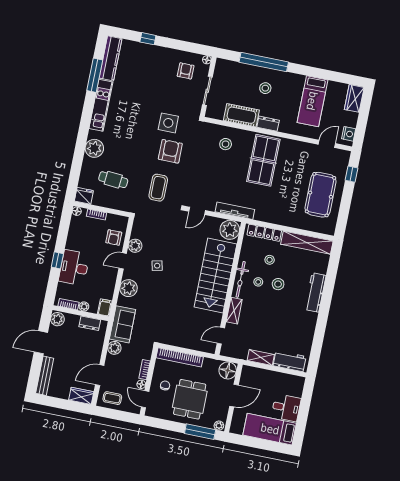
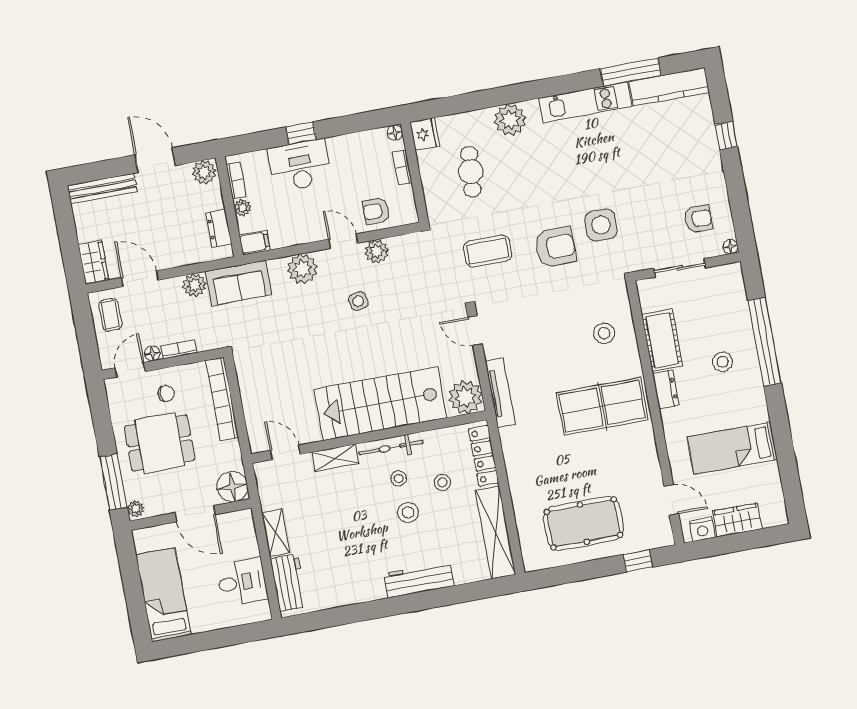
wardrobe: (354, 98) -> (737, 520), moved
desk: (286, 408) -> (242, 582), moved, turned -90

